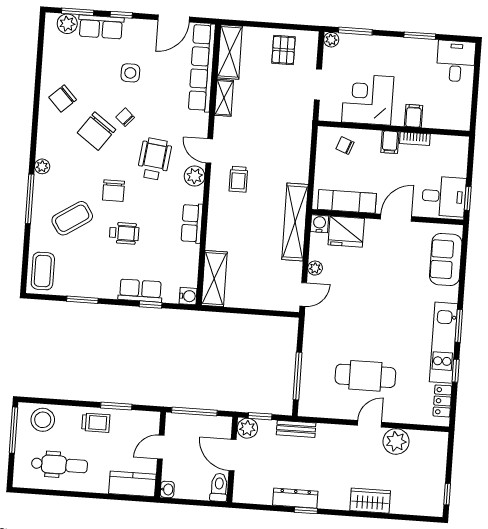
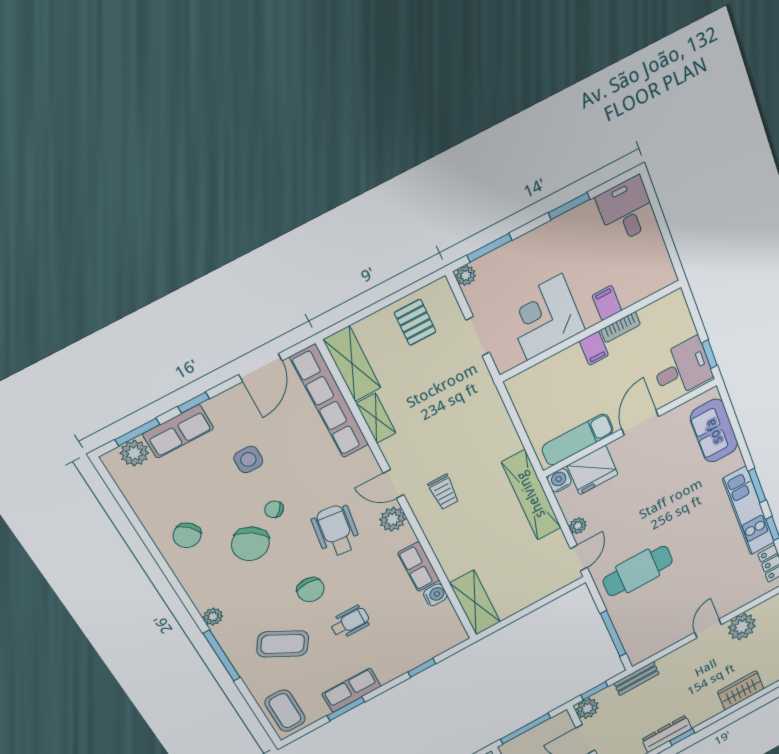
chair: (345, 146) -> (545, 383), removed
coffee table: (72, 218) -> (283, 644), turned 64
row of seats: (140, 291) -> (351, 690), moved
water cooler: (188, 296) -> (435, 595), moved
cafe table: (365, 376) -> (638, 571), moved

